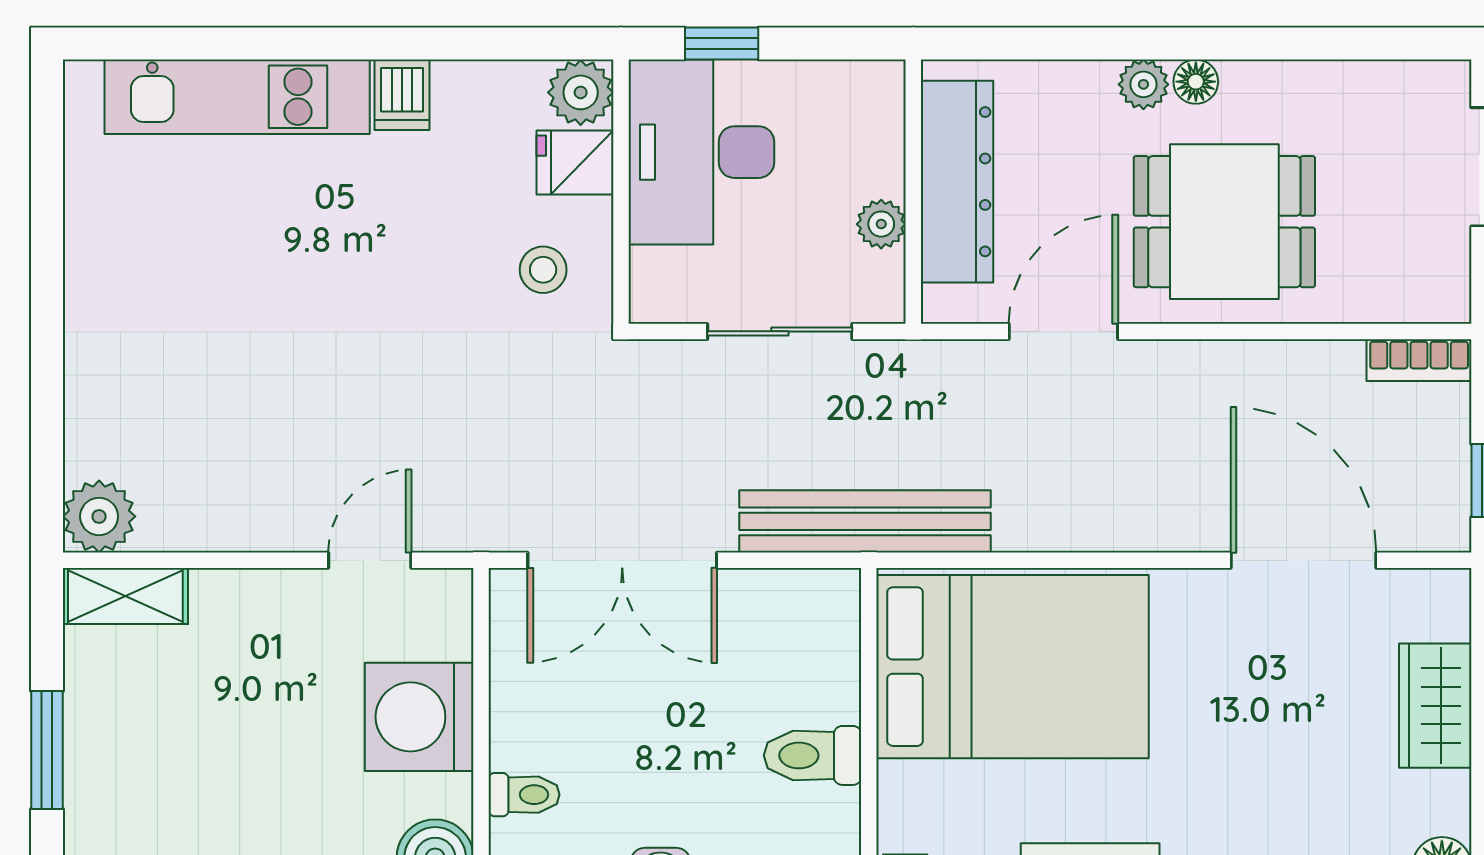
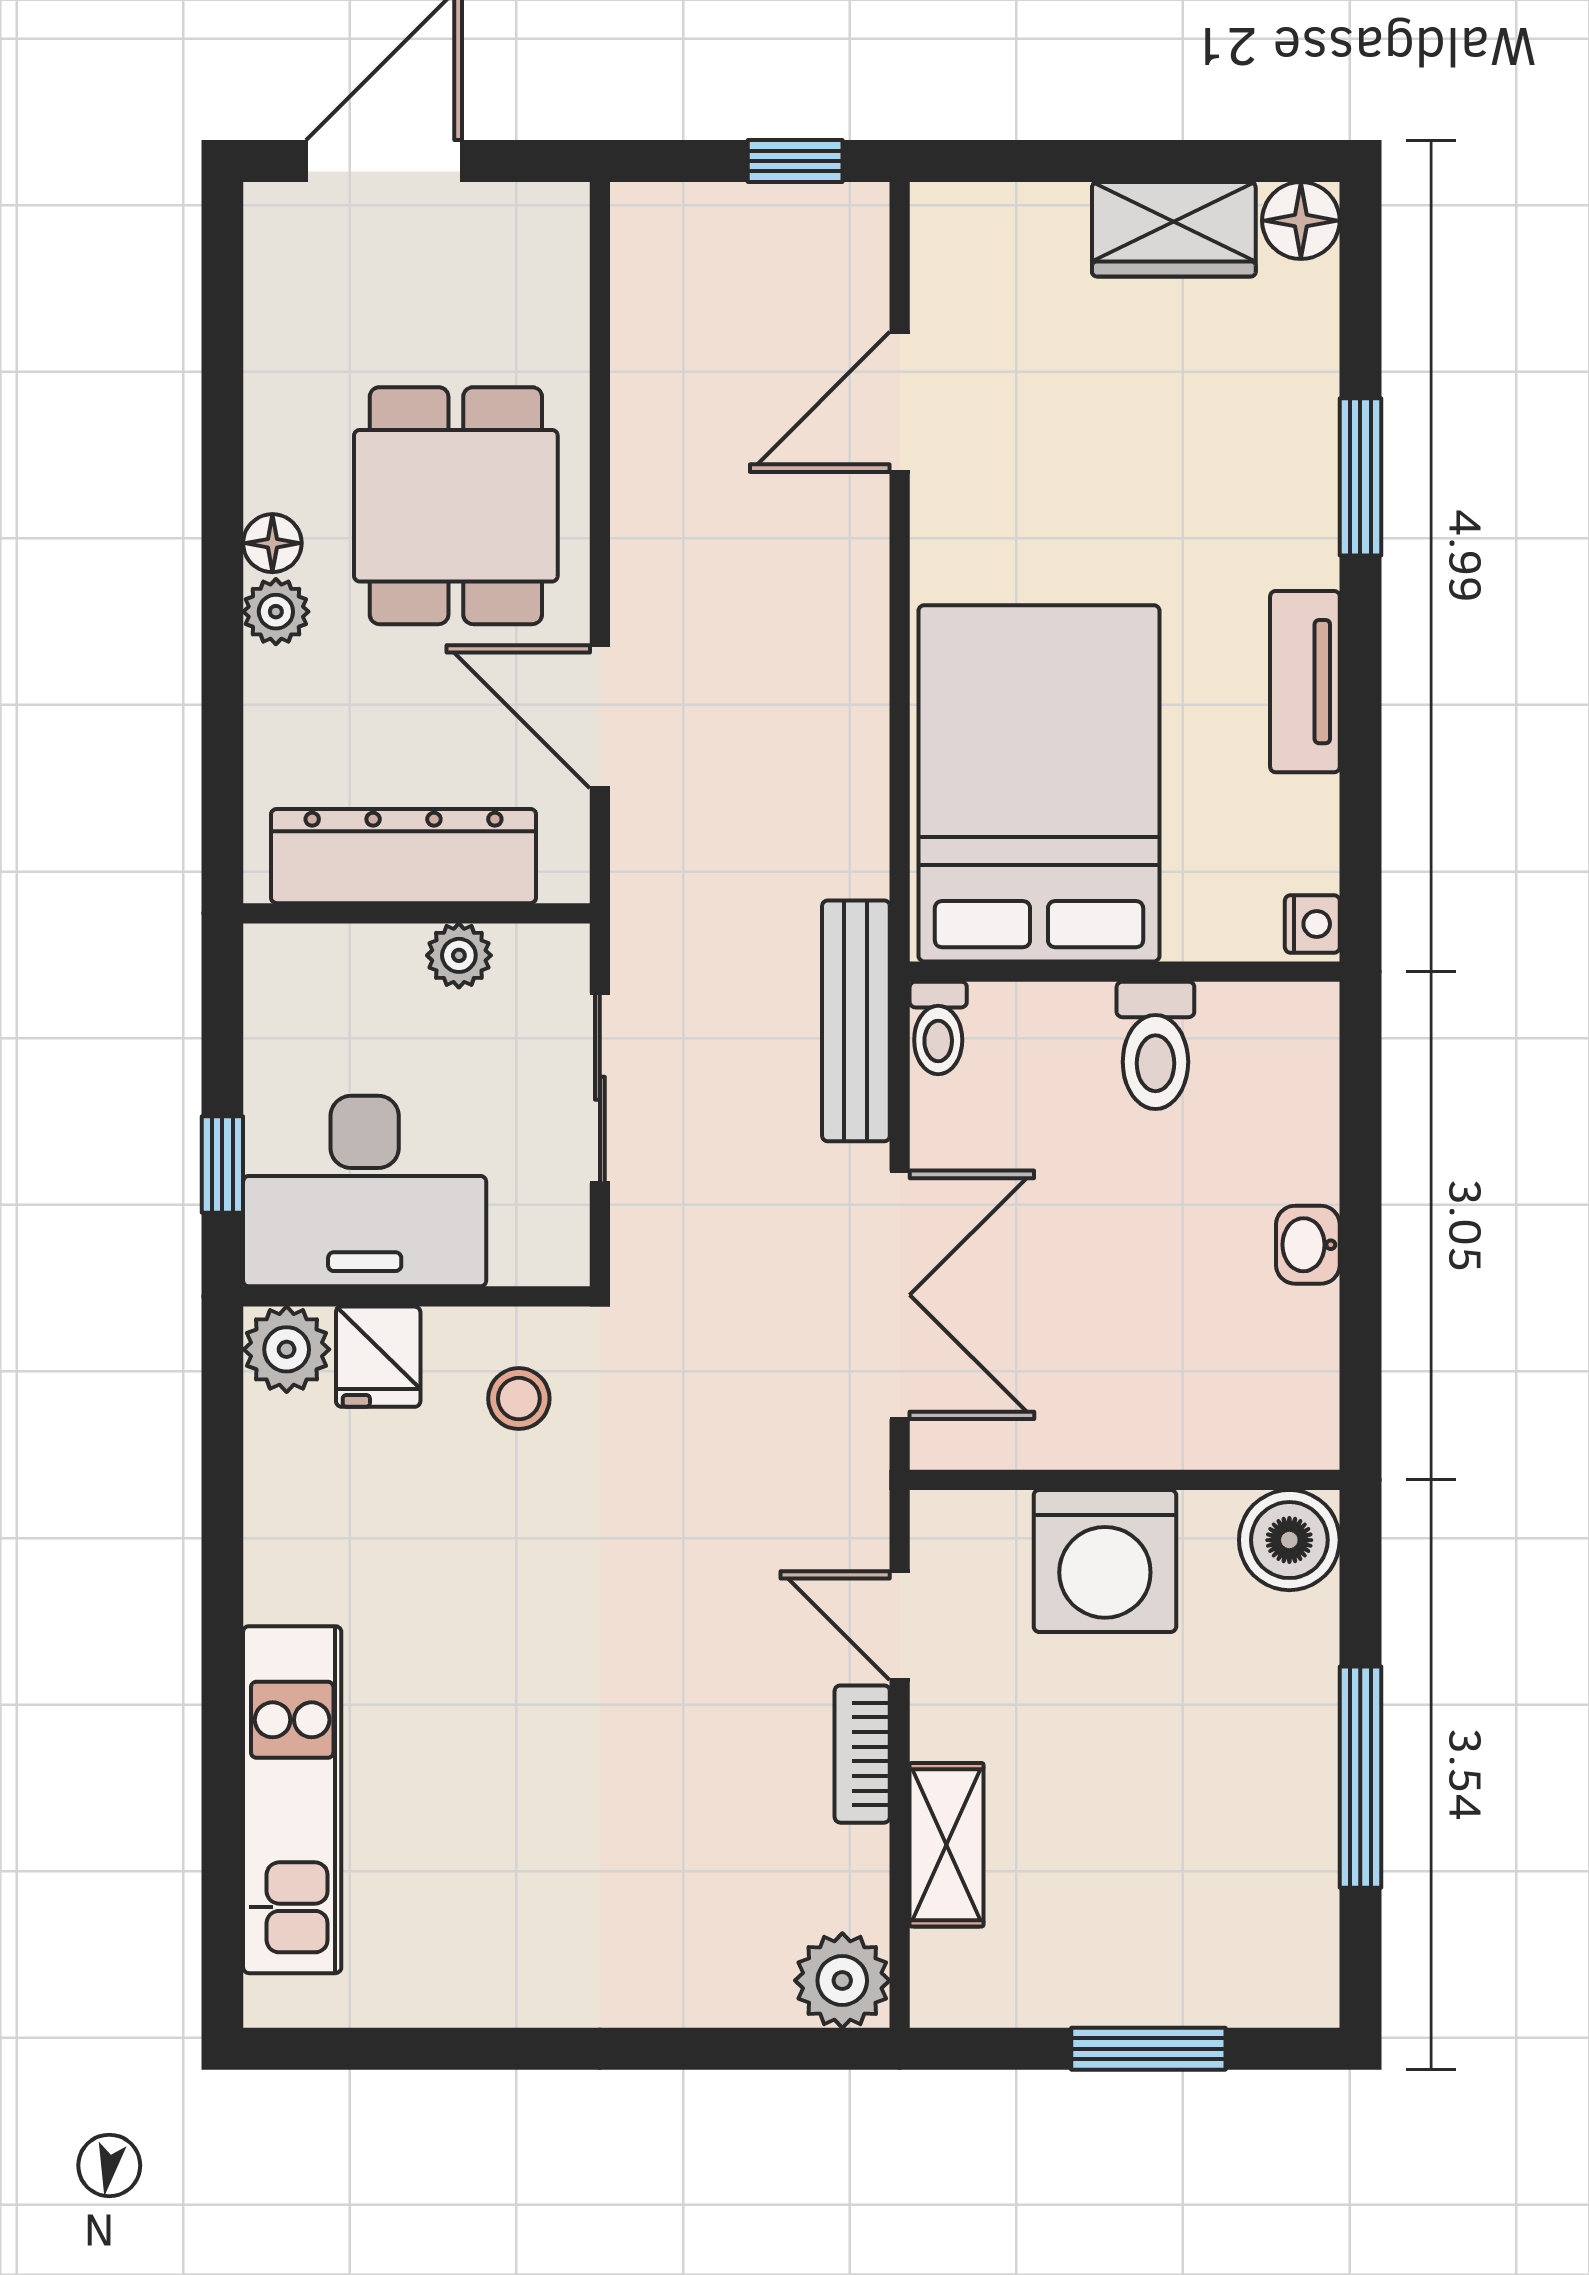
dishwasher: (402, 95) -> (289, 1583), removed
bookcase: (1419, 360) -> (862, 1754), moved, turned 180
bench: (865, 521) -> (856, 1021), width x0.73, depth x0.82
door: (1304, 560) -> (900, 402), width x0.73
shelving: (125, 596) -> (947, 1845), moved
wardrobe: (1435, 706) -> (1174, 229), moved
toilet: (524, 795) -> (938, 1028), moved, turned 180

